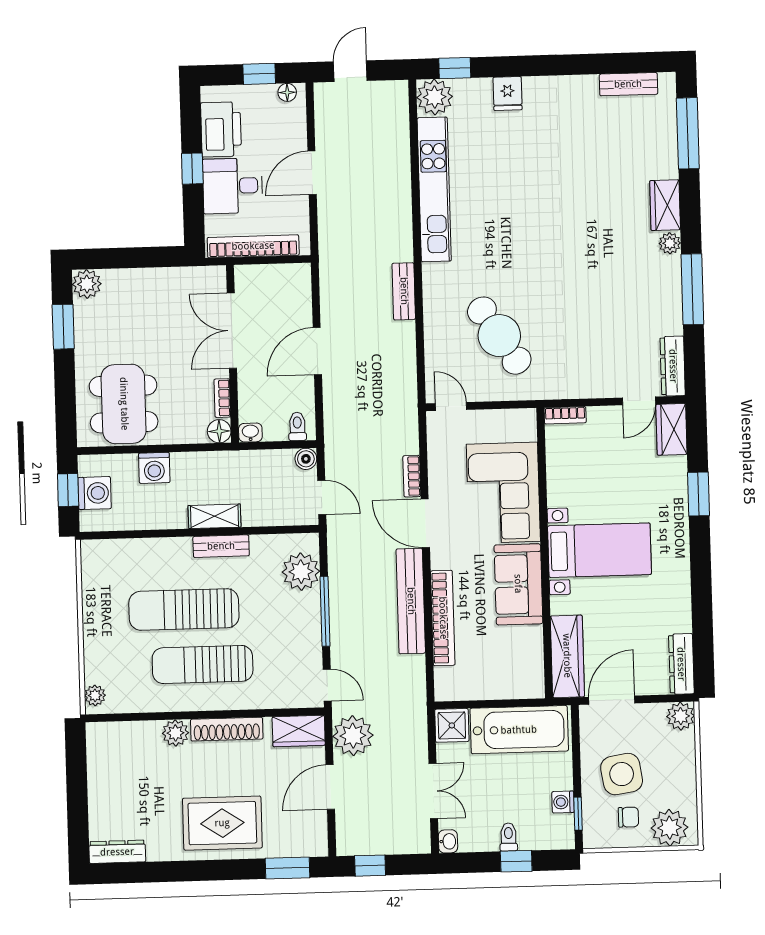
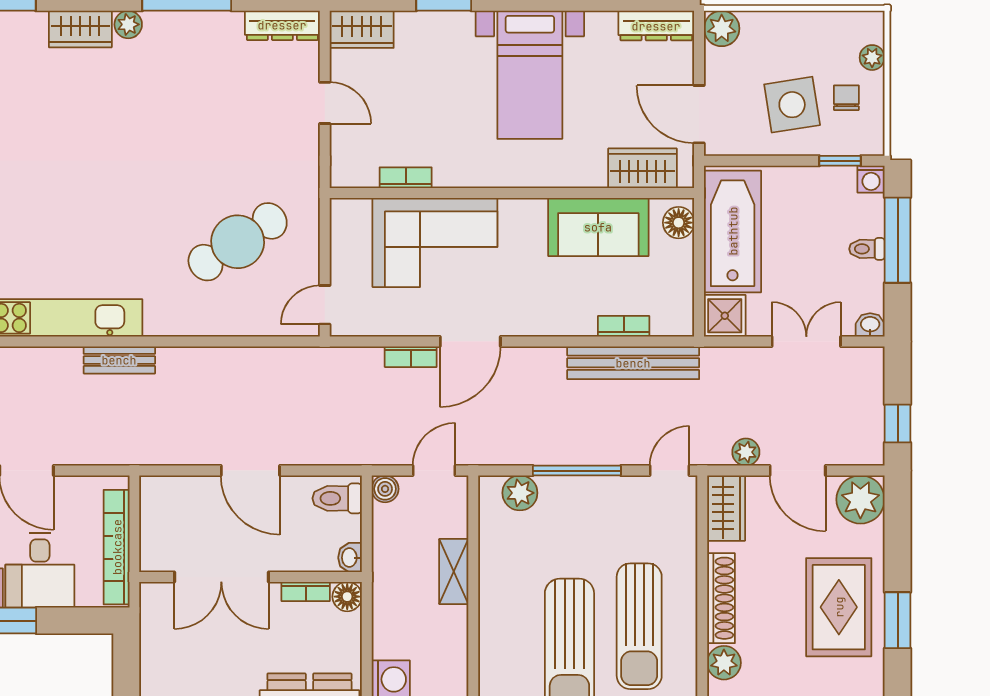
bench: (404, 291) -> (119, 360), moved
door: (639, 401) -> (325, 103), moved
bookcase: (565, 415) -> (406, 178), moved, turned -90
toilet: (297, 426) -> (337, 498), width x1.37, depth x1.39
shelving: (214, 516) -> (454, 572), moved
bench: (221, 546) -> (491, 598), removed
bed with nightstands: (599, 550) -> (530, 75), moved, turned 180
plant: (301, 572) -> (520, 493), width x0.73, depth x0.73
sofa: (518, 584) -> (598, 227), moved
bench: (411, 601) -> (633, 363), moved
bookcase: (443, 618) -> (624, 326), width x0.43, depth x0.76
wardrobe: (567, 656) -> (643, 168), width x0.67
floor lamp: (525, 686) -> (679, 223), added
plant: (353, 736) -> (746, 452), width x0.53, depth x0.53
washing machine: (563, 802) -> (871, 179), moved
plant: (669, 828) -> (872, 58), width x0.53, depth x0.53
plant: (309, 838) -> (860, 499), added
window: (516, 861) -> (898, 240), width x2.17
window: (287, 868) -> (898, 620), moved

